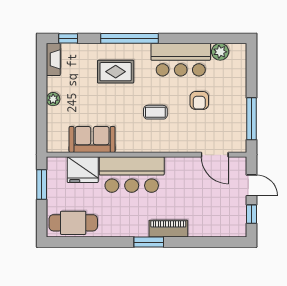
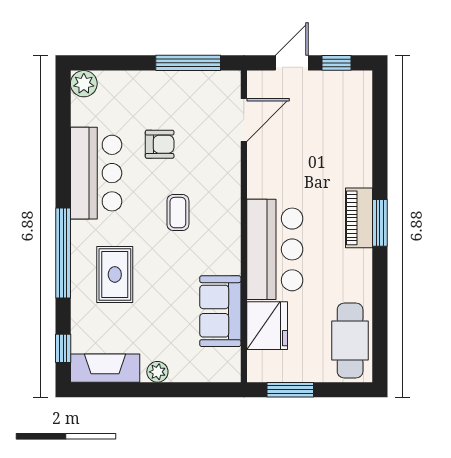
plant: (220, 52) -> (84, 84), moved
fireplace: (53, 59) -> (105, 368), width x1.37, depth x1.32
piano: (168, 229) -> (359, 218), moved

